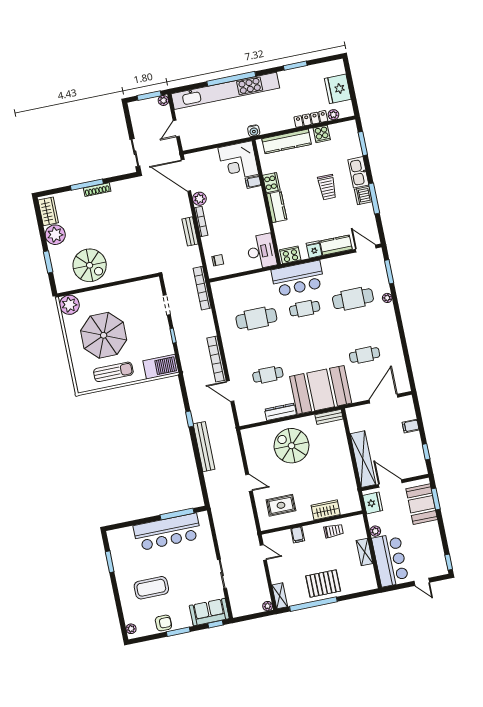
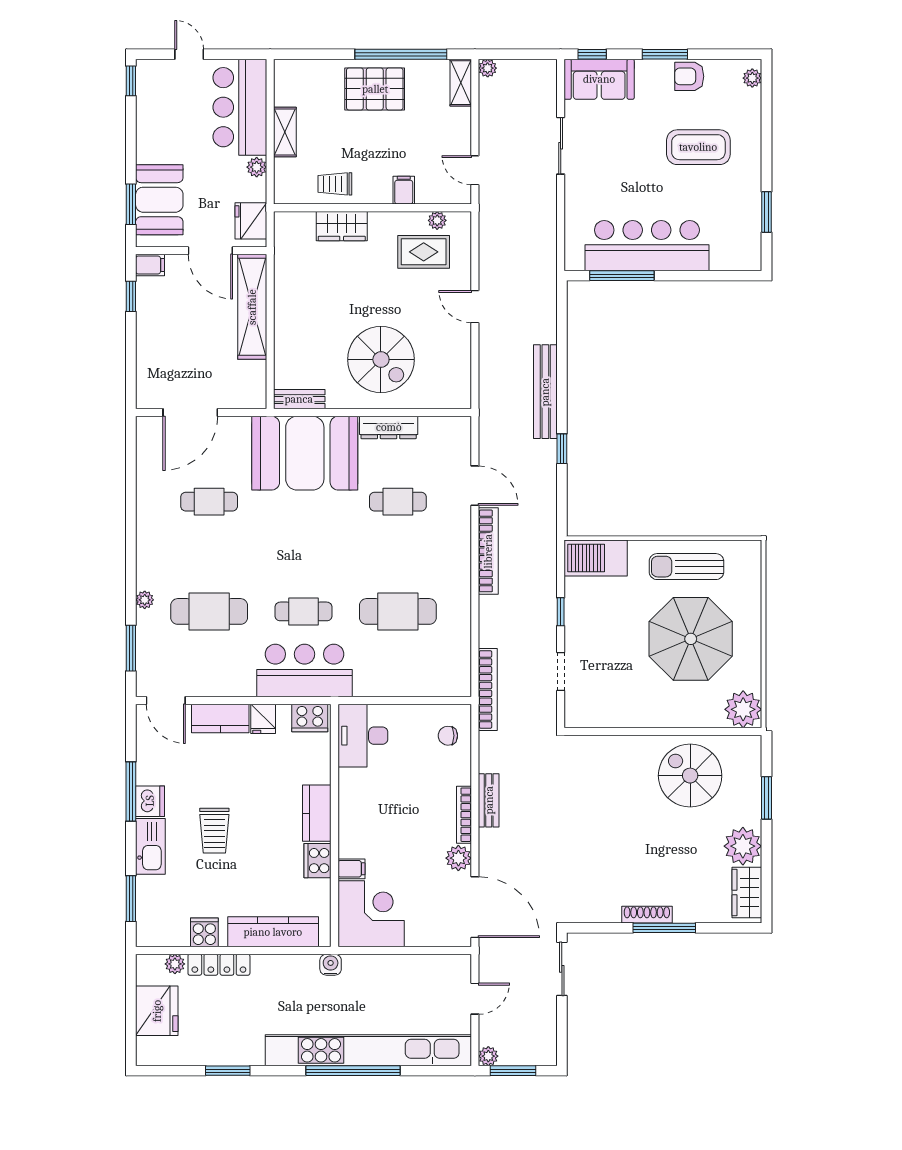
trolley: (327, 187) -> (214, 831), turned 180
filing cabinet: (411, 426) -> (150, 265), moved
plant: (277, 523) -> (437, 220), added

